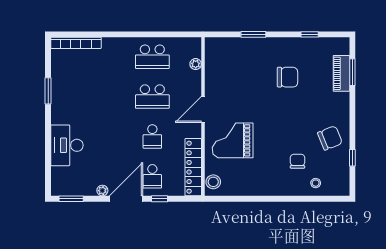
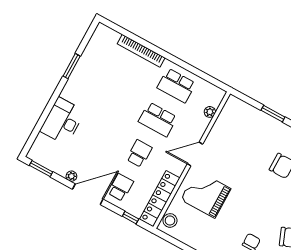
bookcase: (76, 43) -> (141, 51), moved
school desk: (152, 136) -> (139, 153), turned 180
school desk: (152, 176) -> (121, 187), turned 180
window: (160, 199) -> (131, 218), moved

